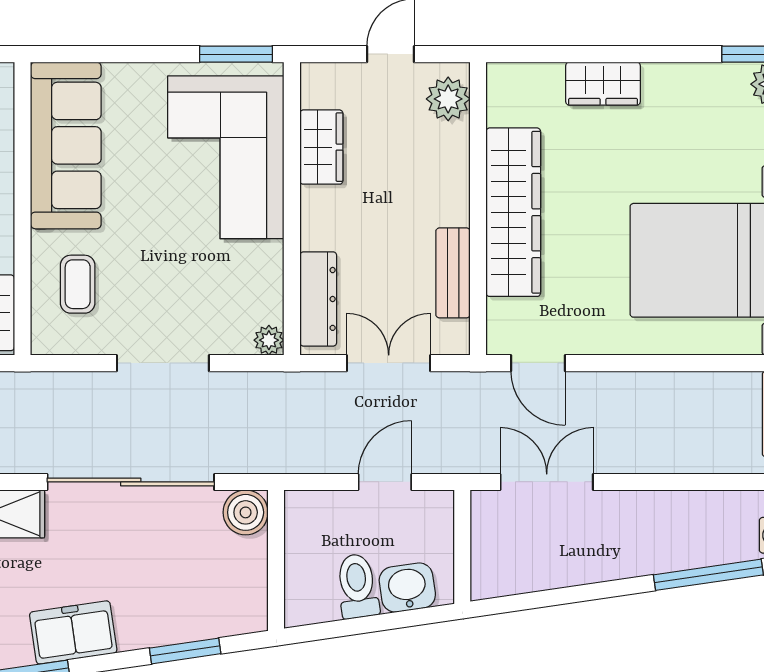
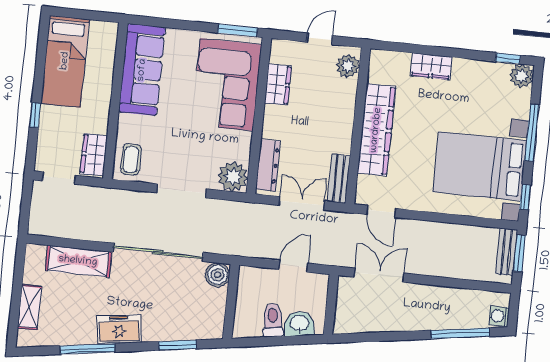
bench: (453, 273) -> (339, 179), moved
coffee table: (78, 284) -> (131, 160), moved
plant: (269, 340) -> (233, 177), width x1.87, depth x1.87

